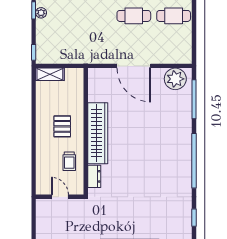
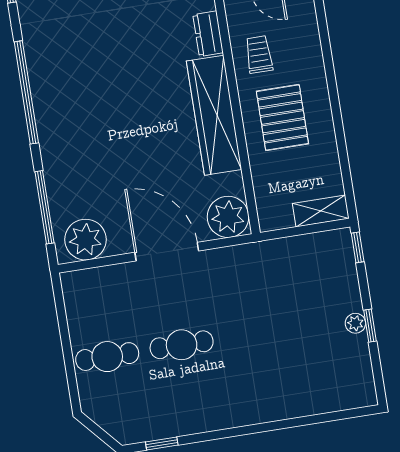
plant: (99, 79) -> (228, 217), added
pallet: (62, 126) -> (282, 118), width x1.50, depth x1.42

